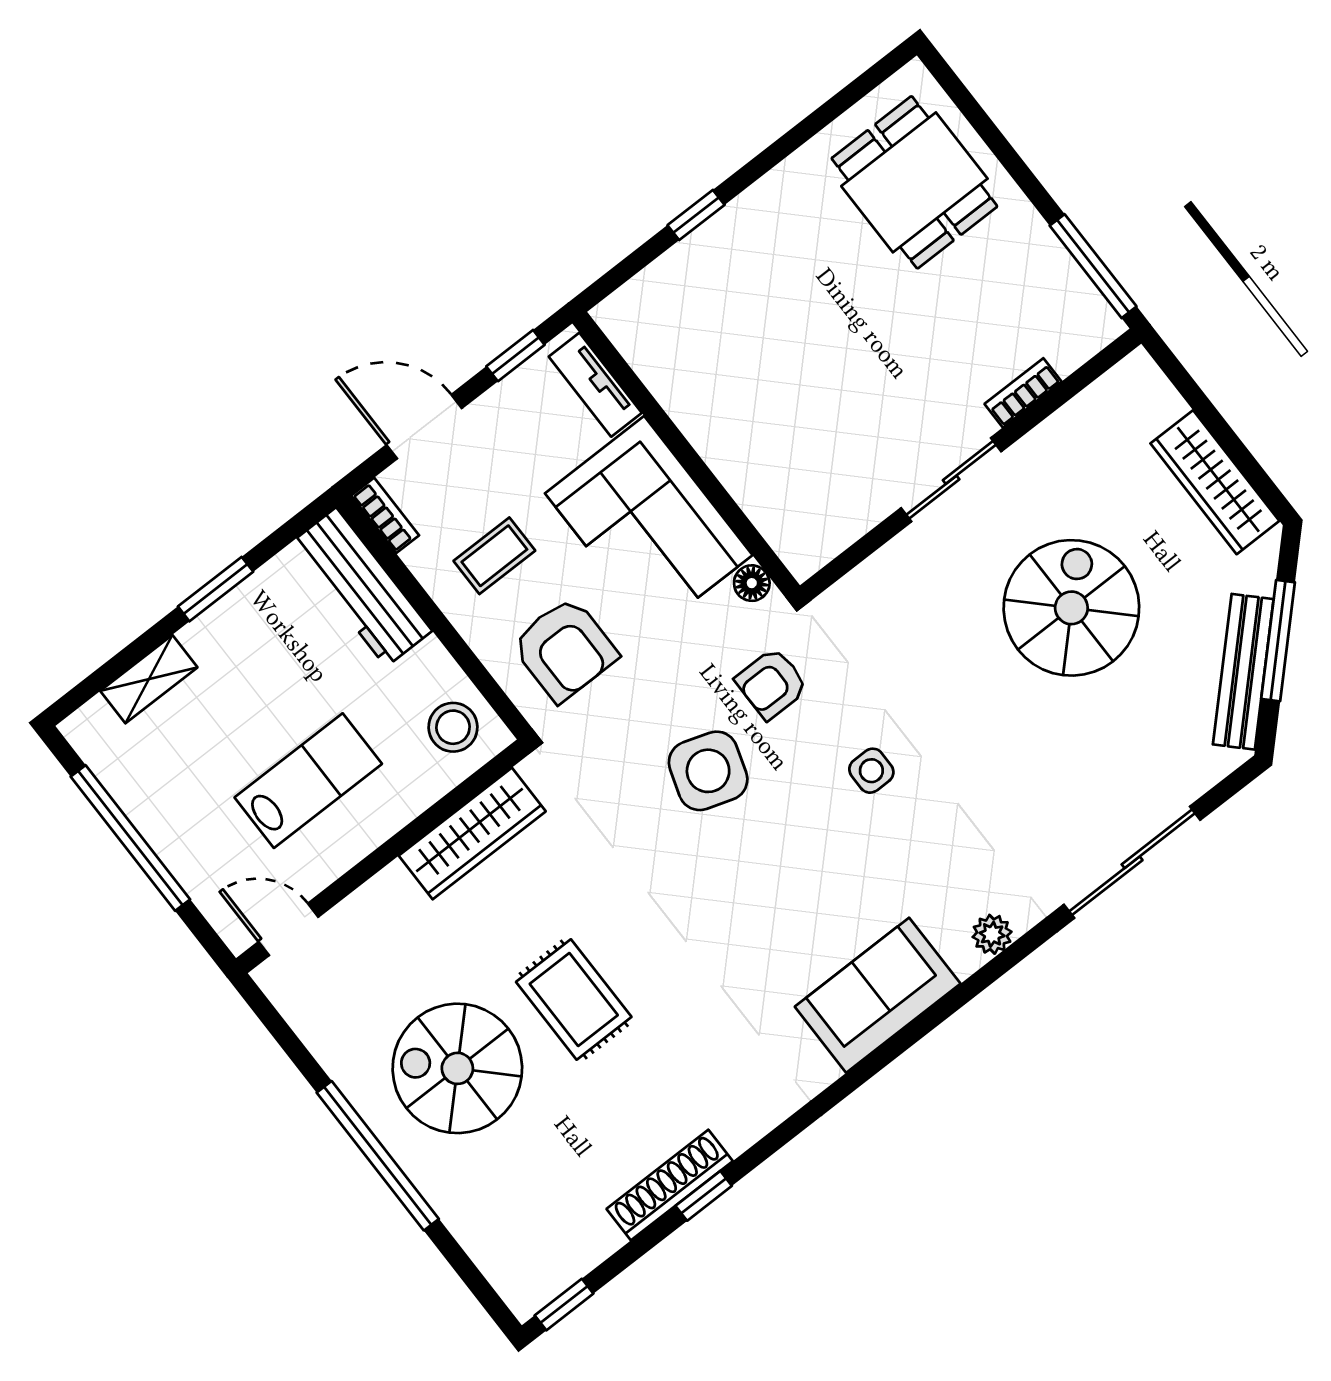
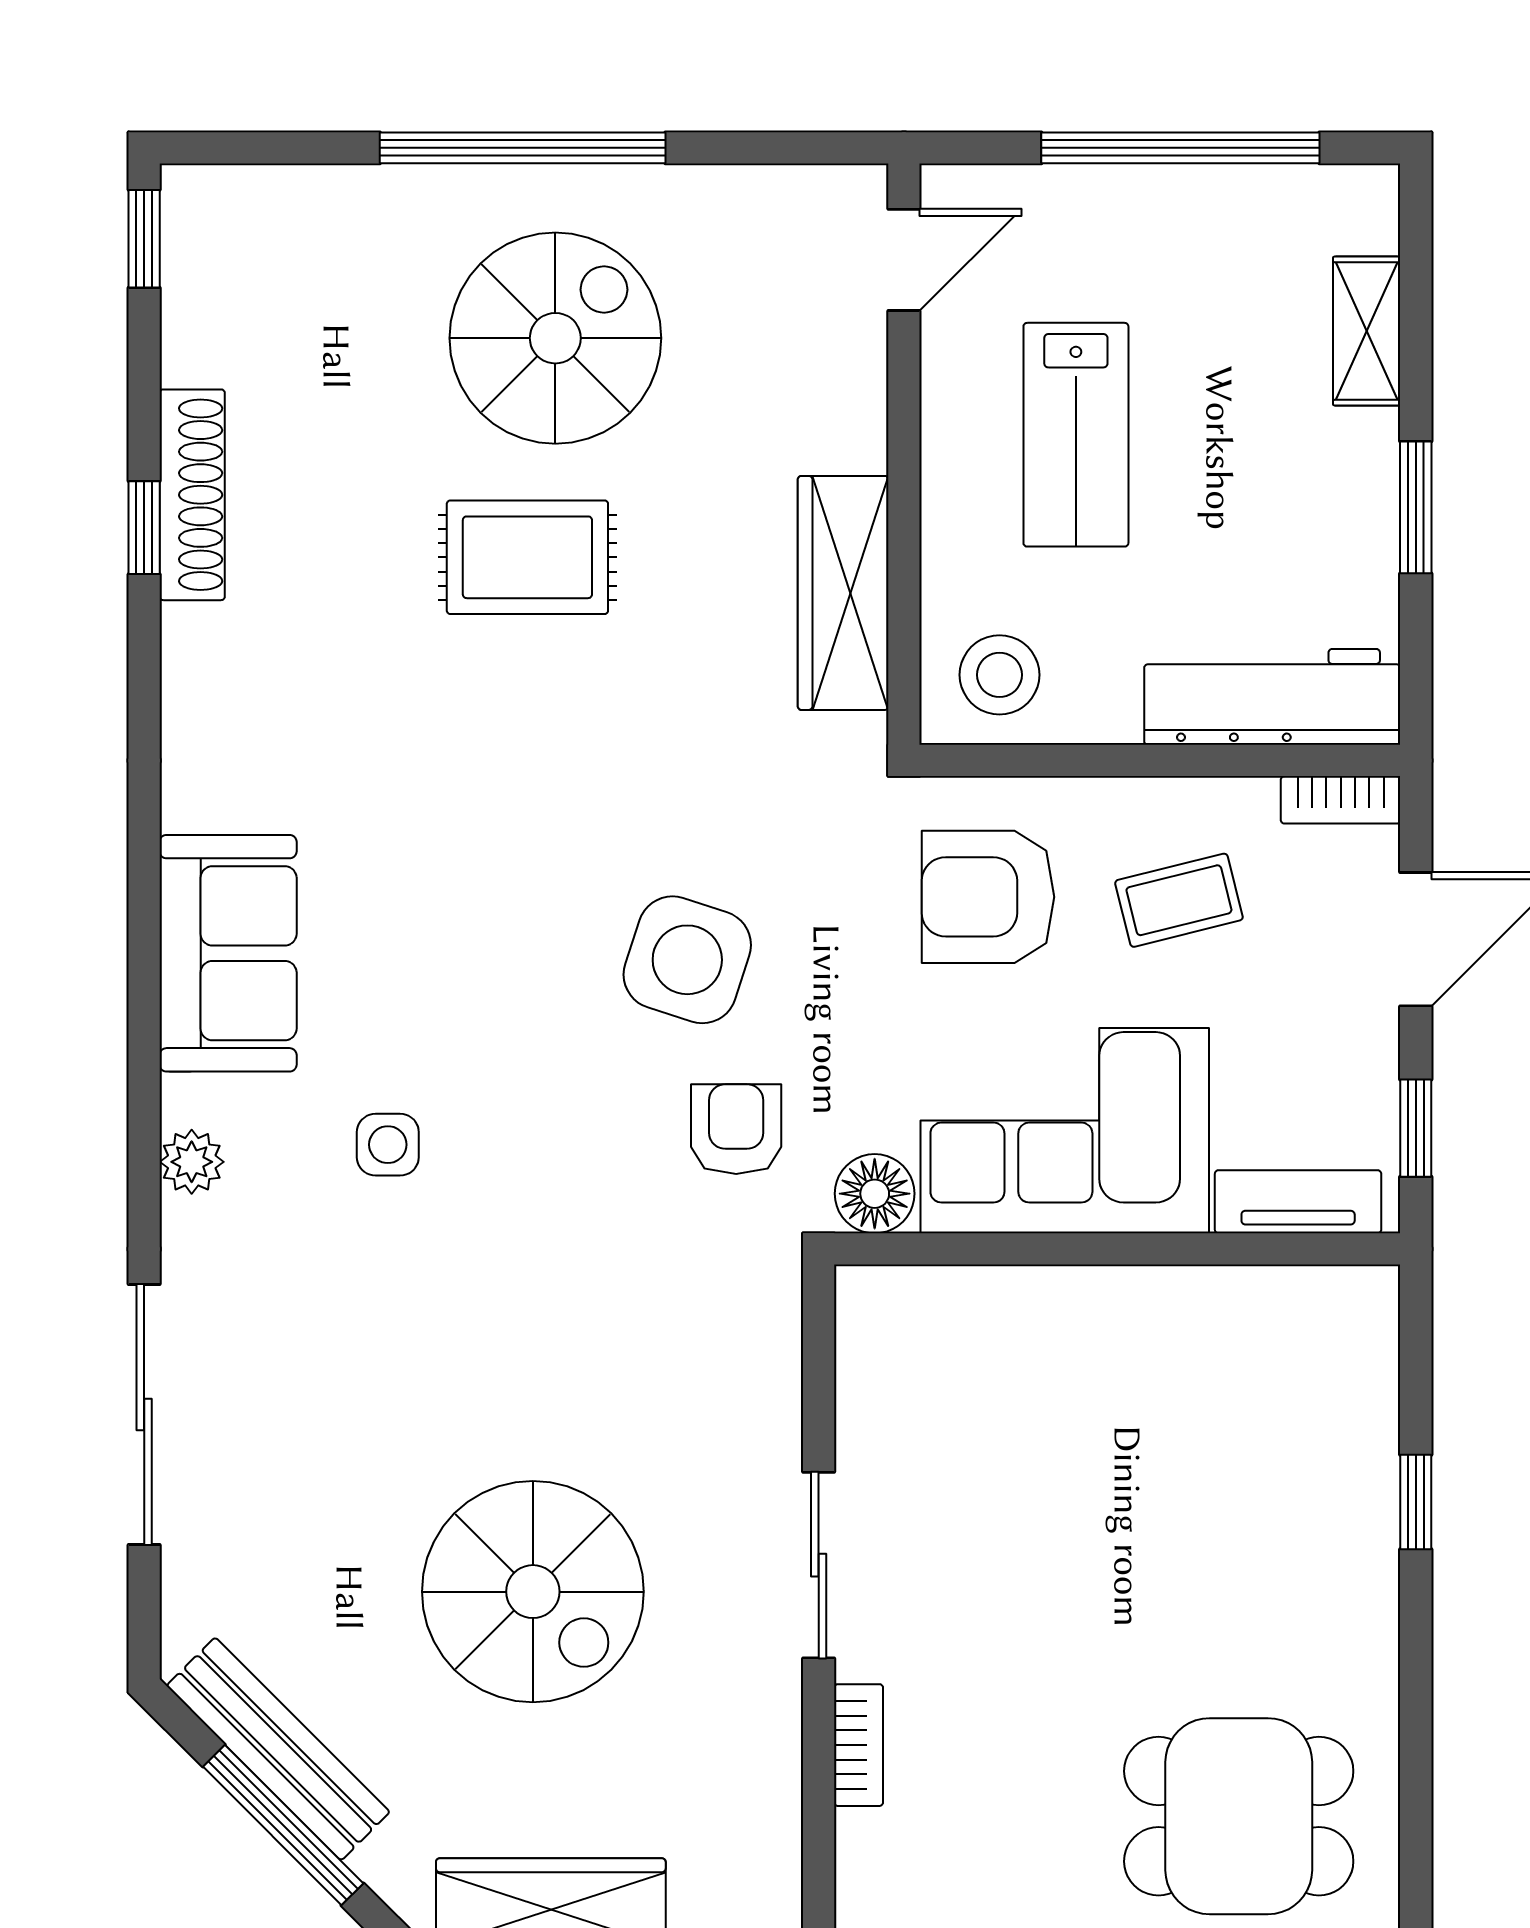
coffee table: (494, 556) -> (1179, 900), turned 76
floor lamp: (752, 583) -> (875, 1194), width x1.37, depth x1.37
side table: (871, 771) -> (388, 1145), moved

